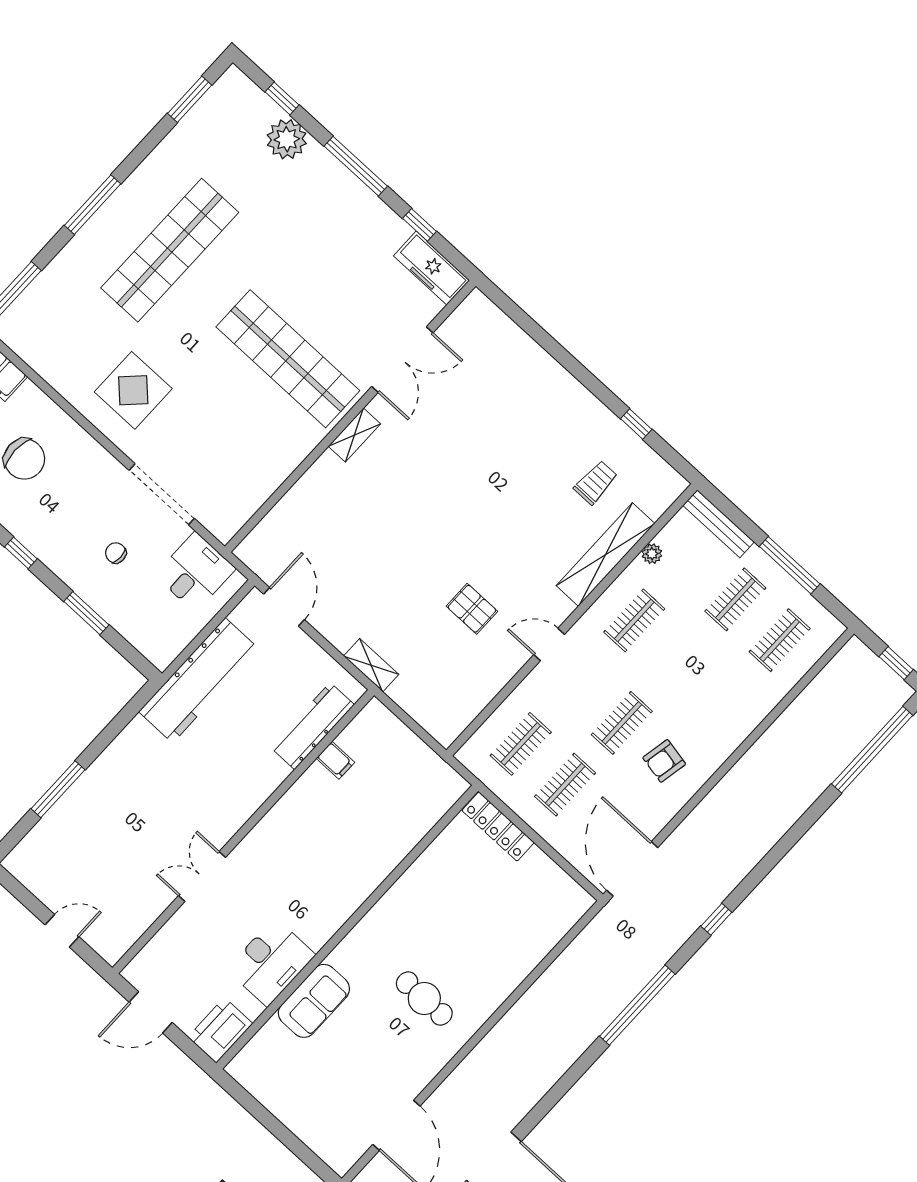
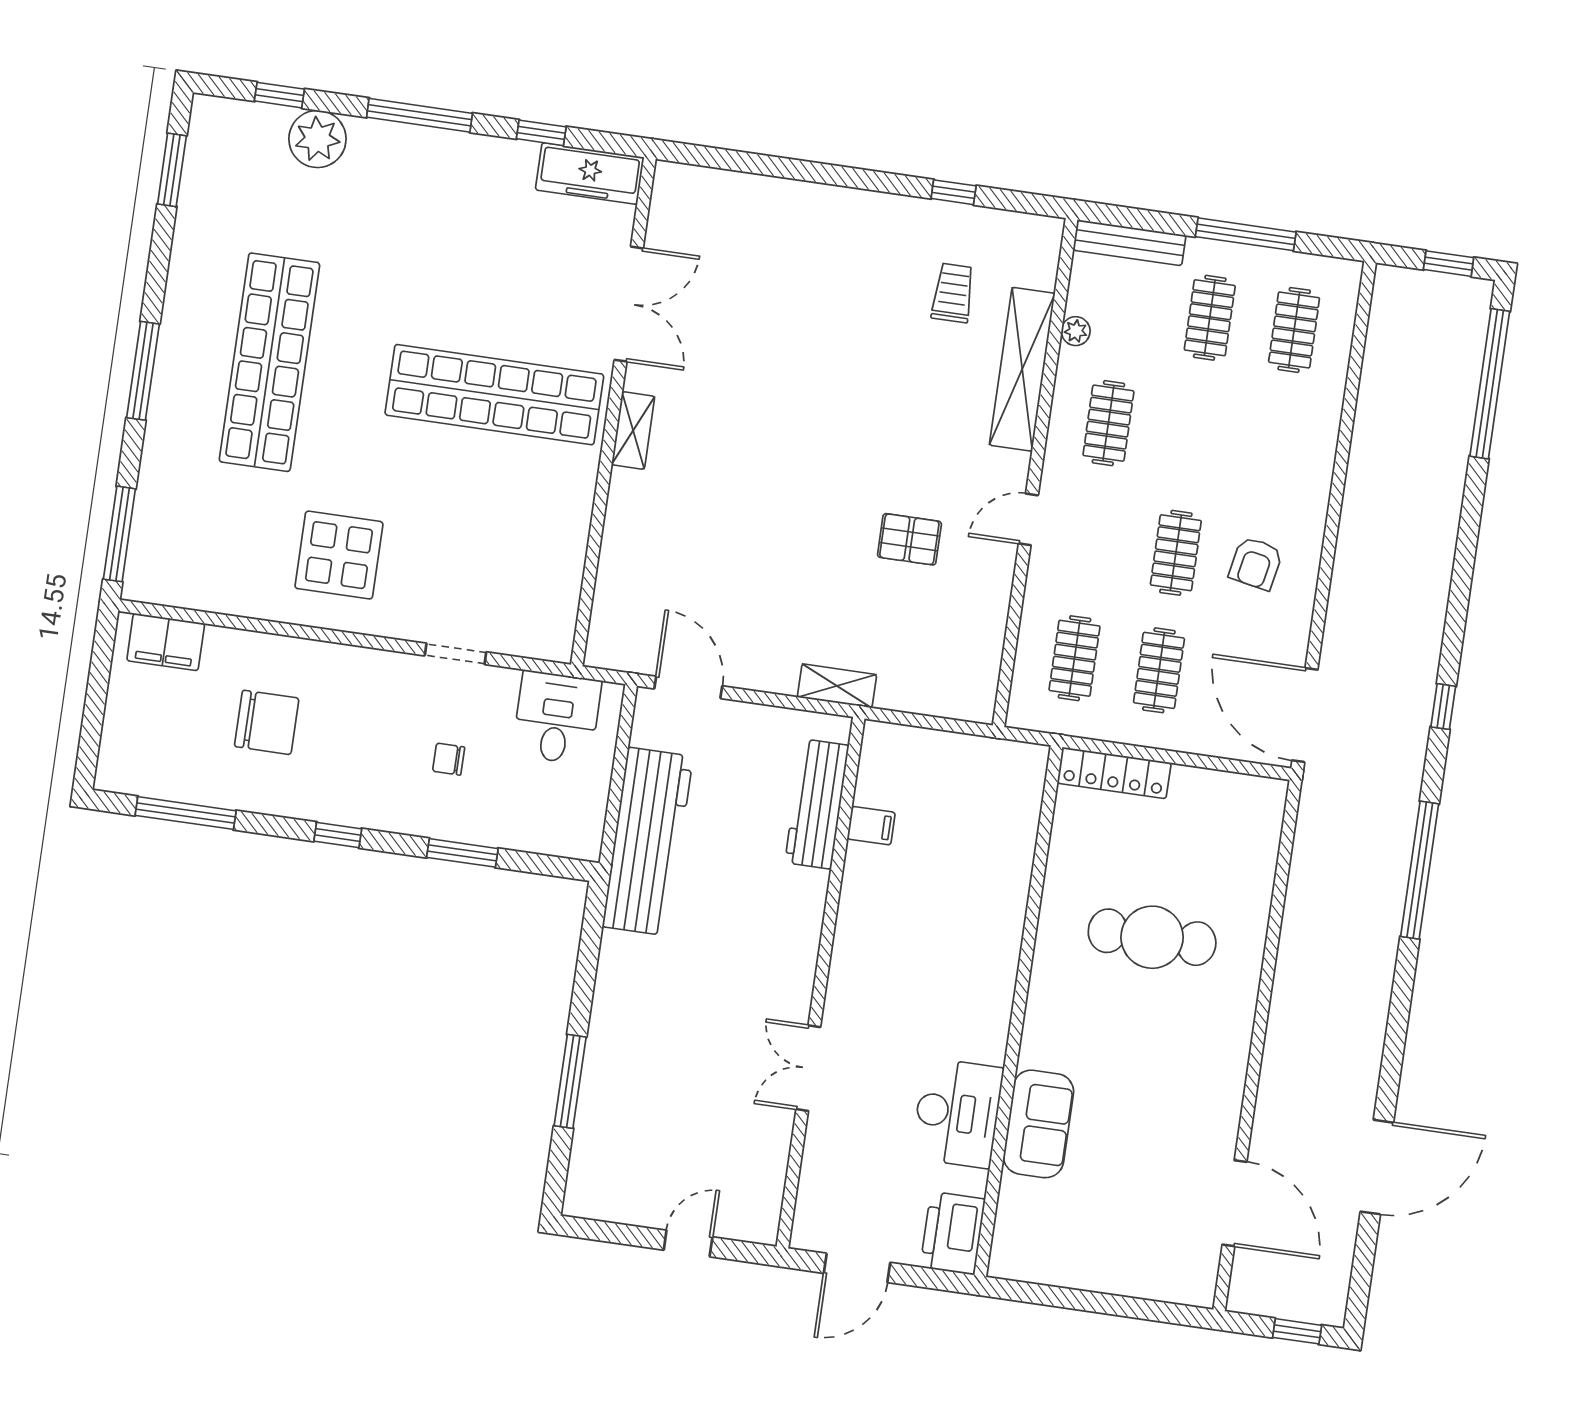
doorway: (162, 494) -> (456, 654), width x0.53
cafe table: (424, 998) -> (1152, 937), moved, width x1.37, depth x1.35

